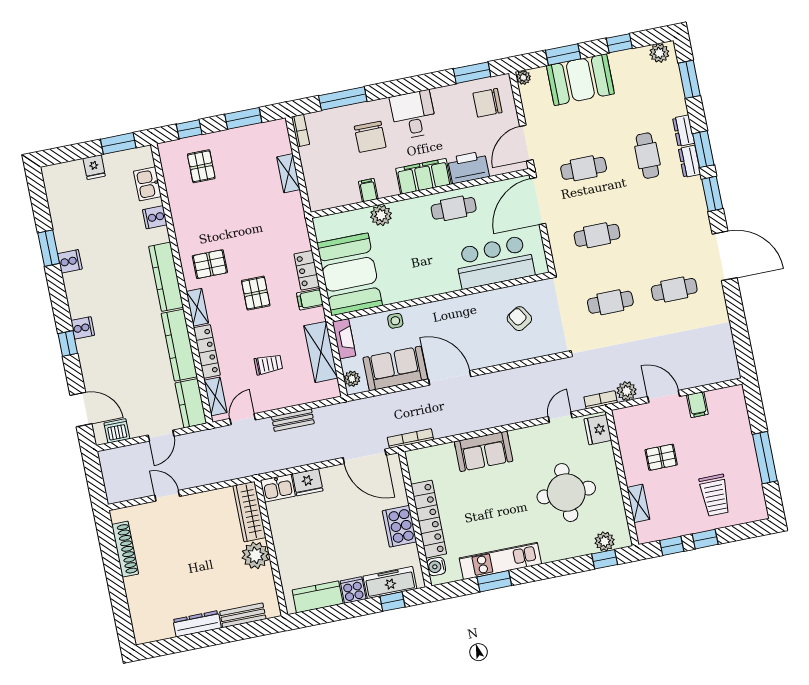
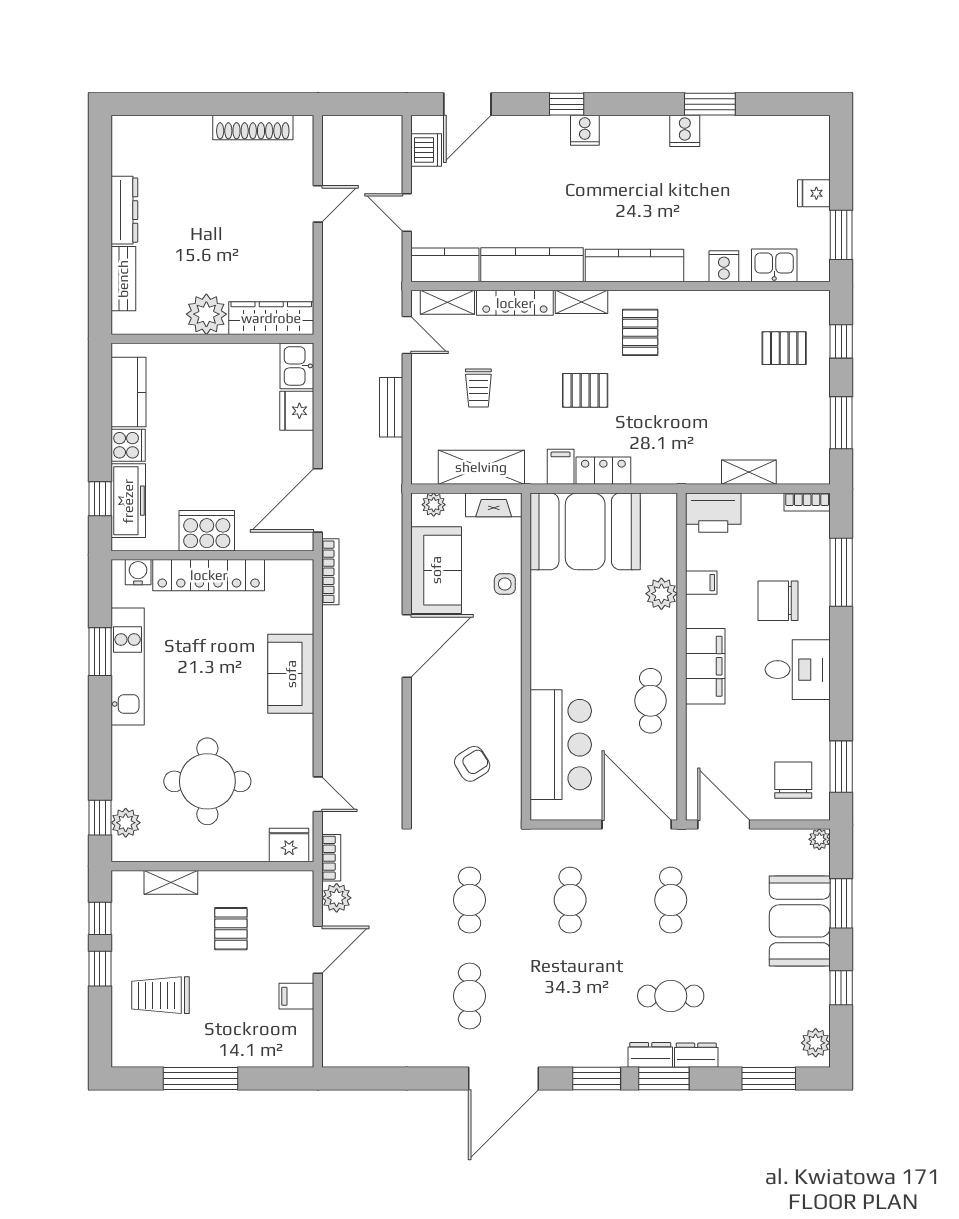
printer: (468, 167) -> (713, 513), moved, turned 90

